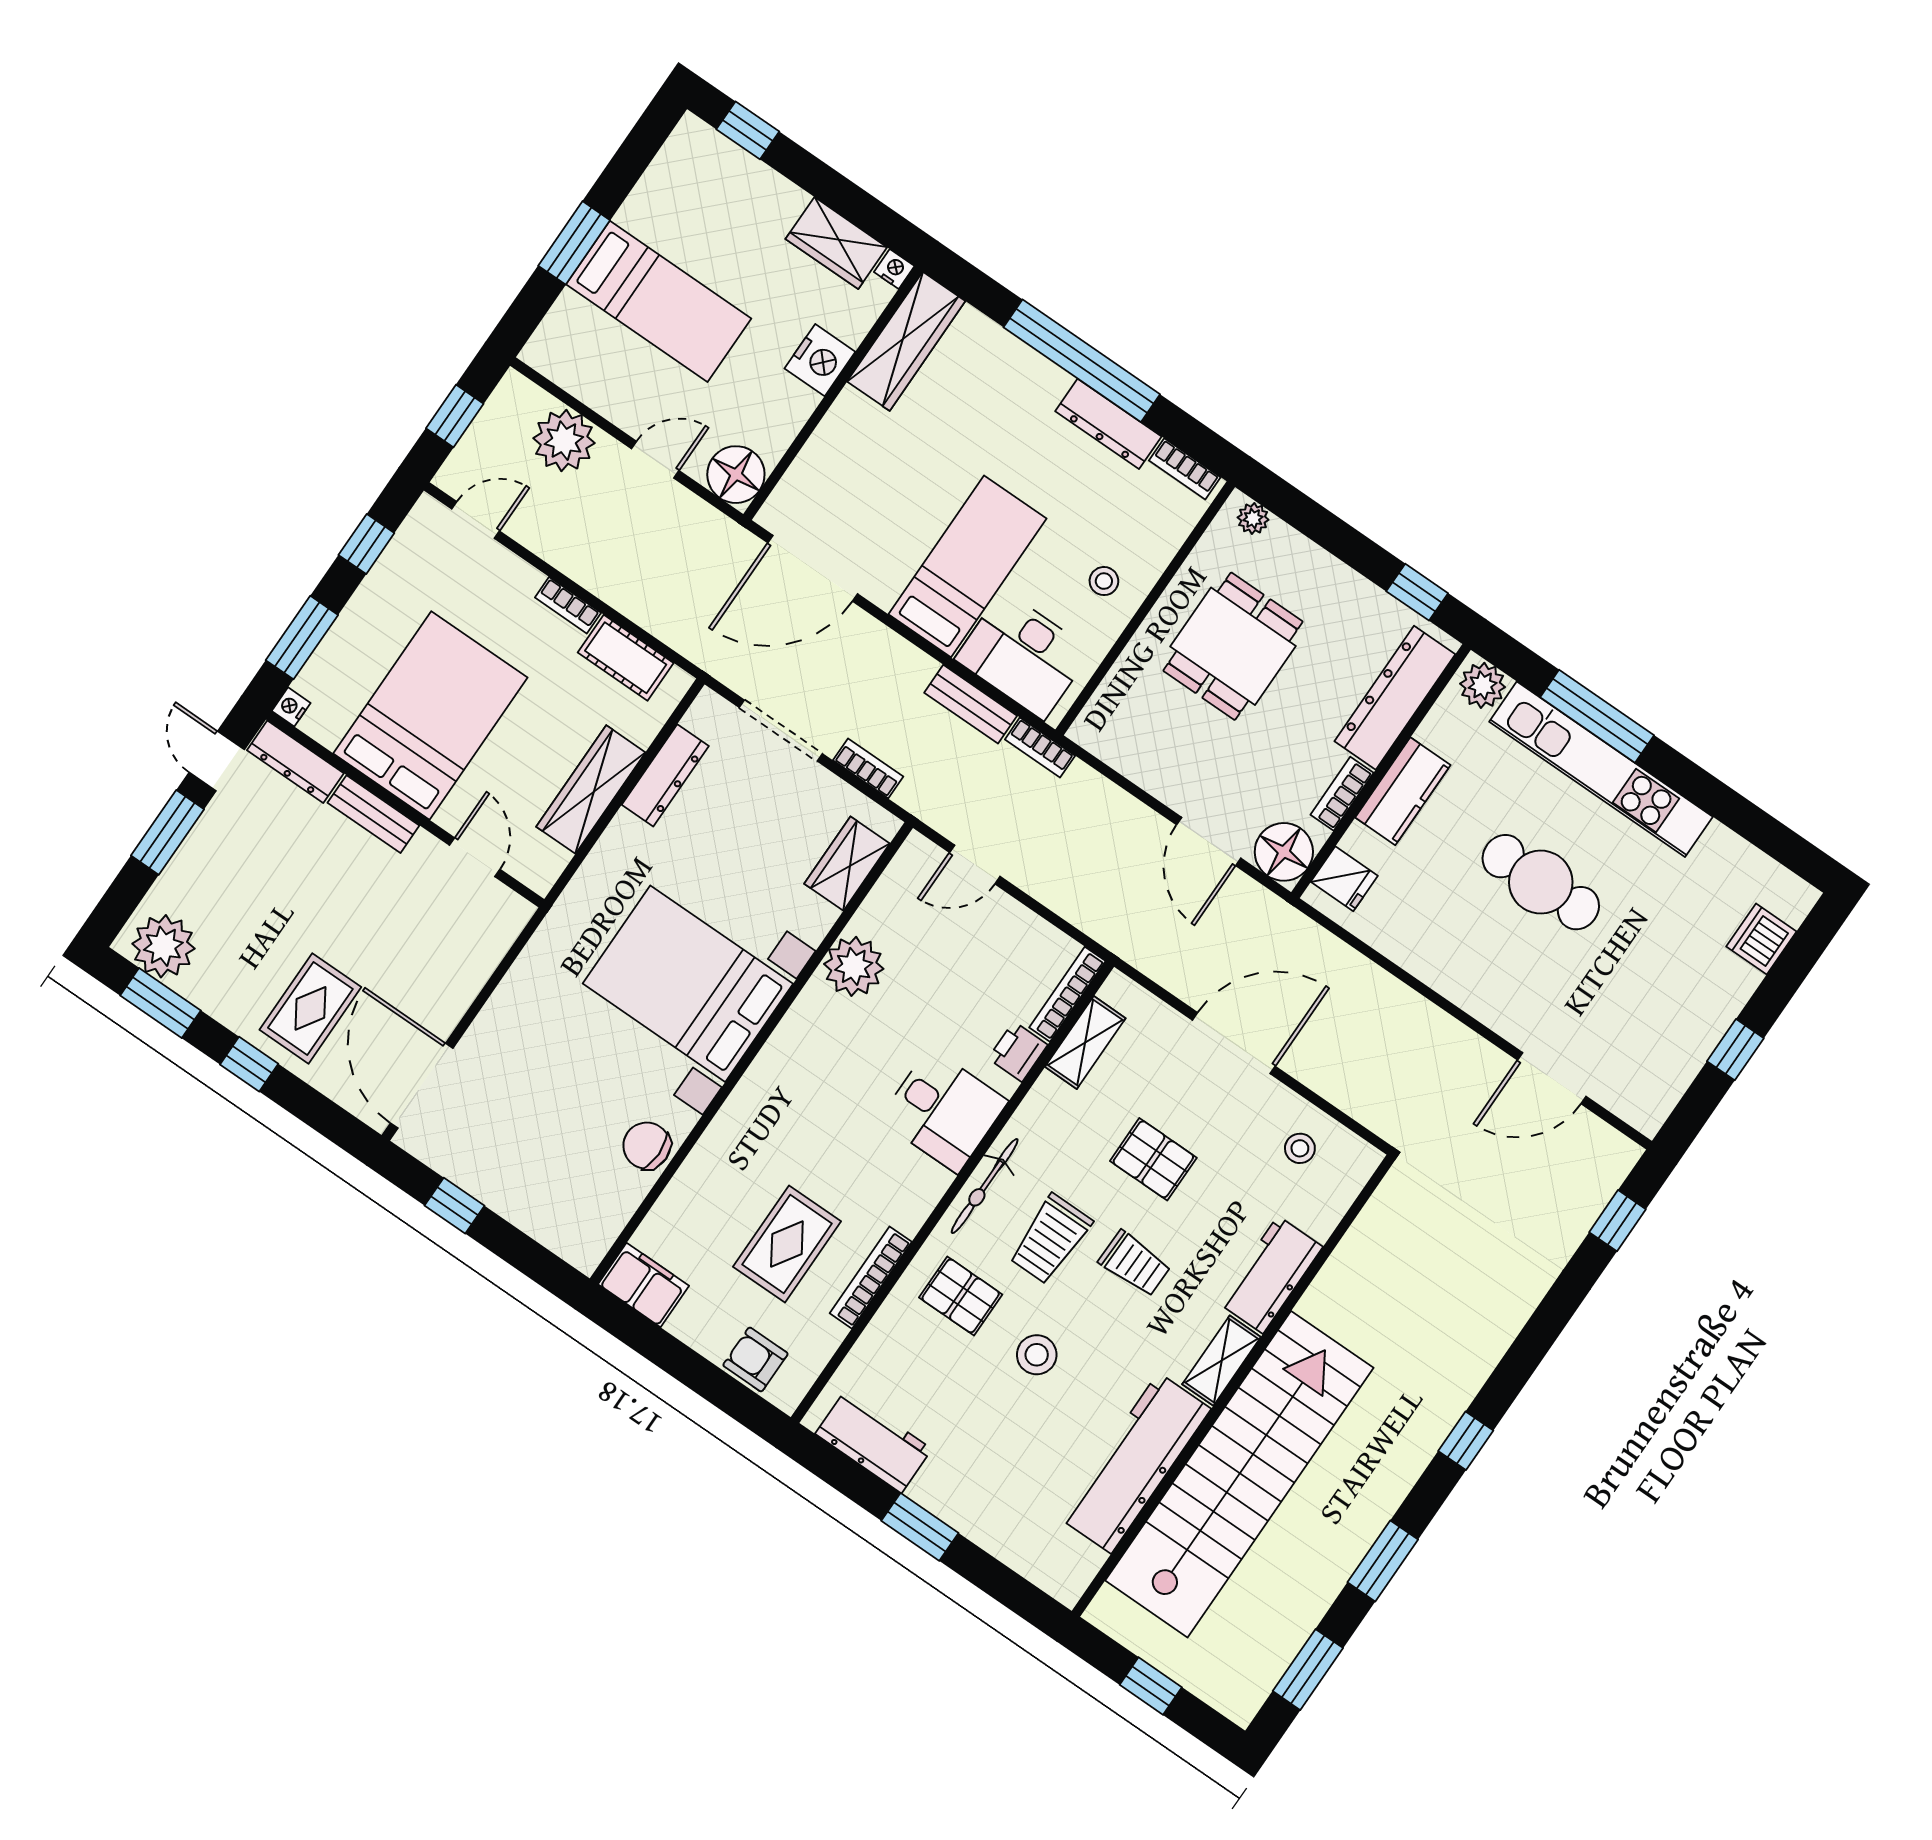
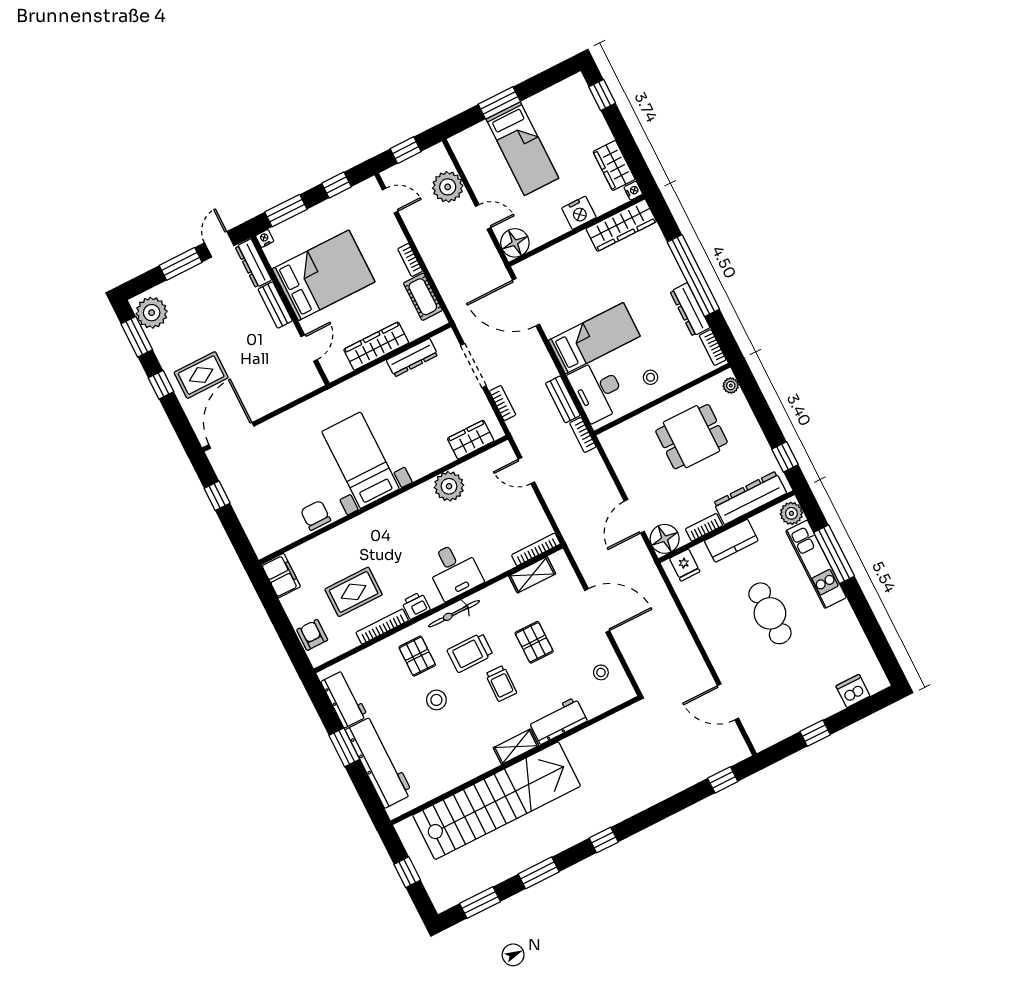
kitchen unit: (1601, 769) -> (816, 564), width x0.73
bed with nightstands: (688, 984) -> (360, 460), width x0.73
printer: (1018, 1052) -> (416, 606), moved
workbench: (1135, 1463) -> (379, 762), moved, turned 90

